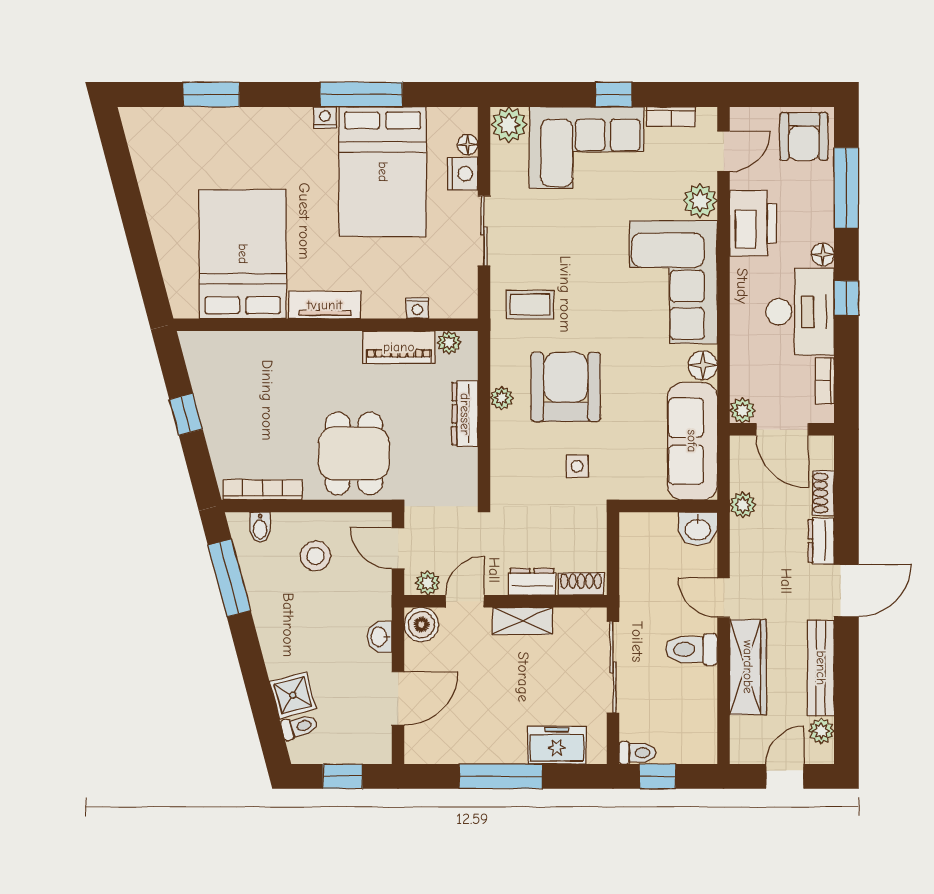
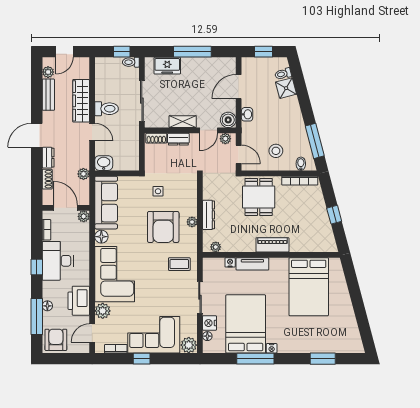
floor lamp: (823, 255) -> (47, 306), moved
tv unit: (325, 305) -> (252, 264), moved
piano: (399, 347) -> (272, 245), moved
bench: (821, 668) -> (48, 95), width x0.73

